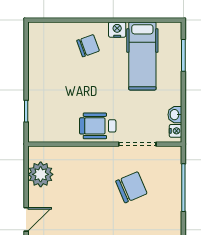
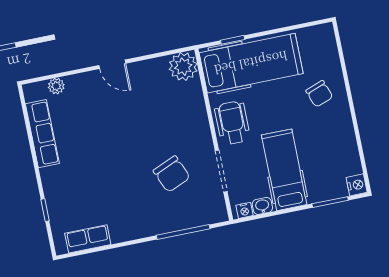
nightstand: (117, 30) -> (357, 185), moved
hospital bed: (142, 56) -> (284, 170), moved, turned 90
hospital bed: (50, 99) -> (251, 63), added
plant: (41, 174) -> (183, 67), moved

